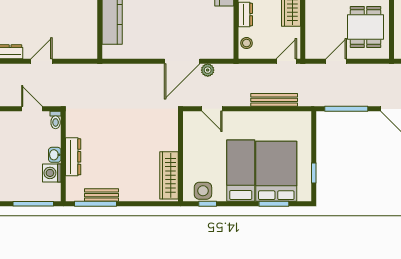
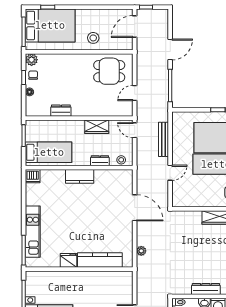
door: (336, 61) -> (135, 93), hinge flipped
plant: (208, 70) -> (141, 251), moved
door: (212, 109) -> (170, 173), moved

